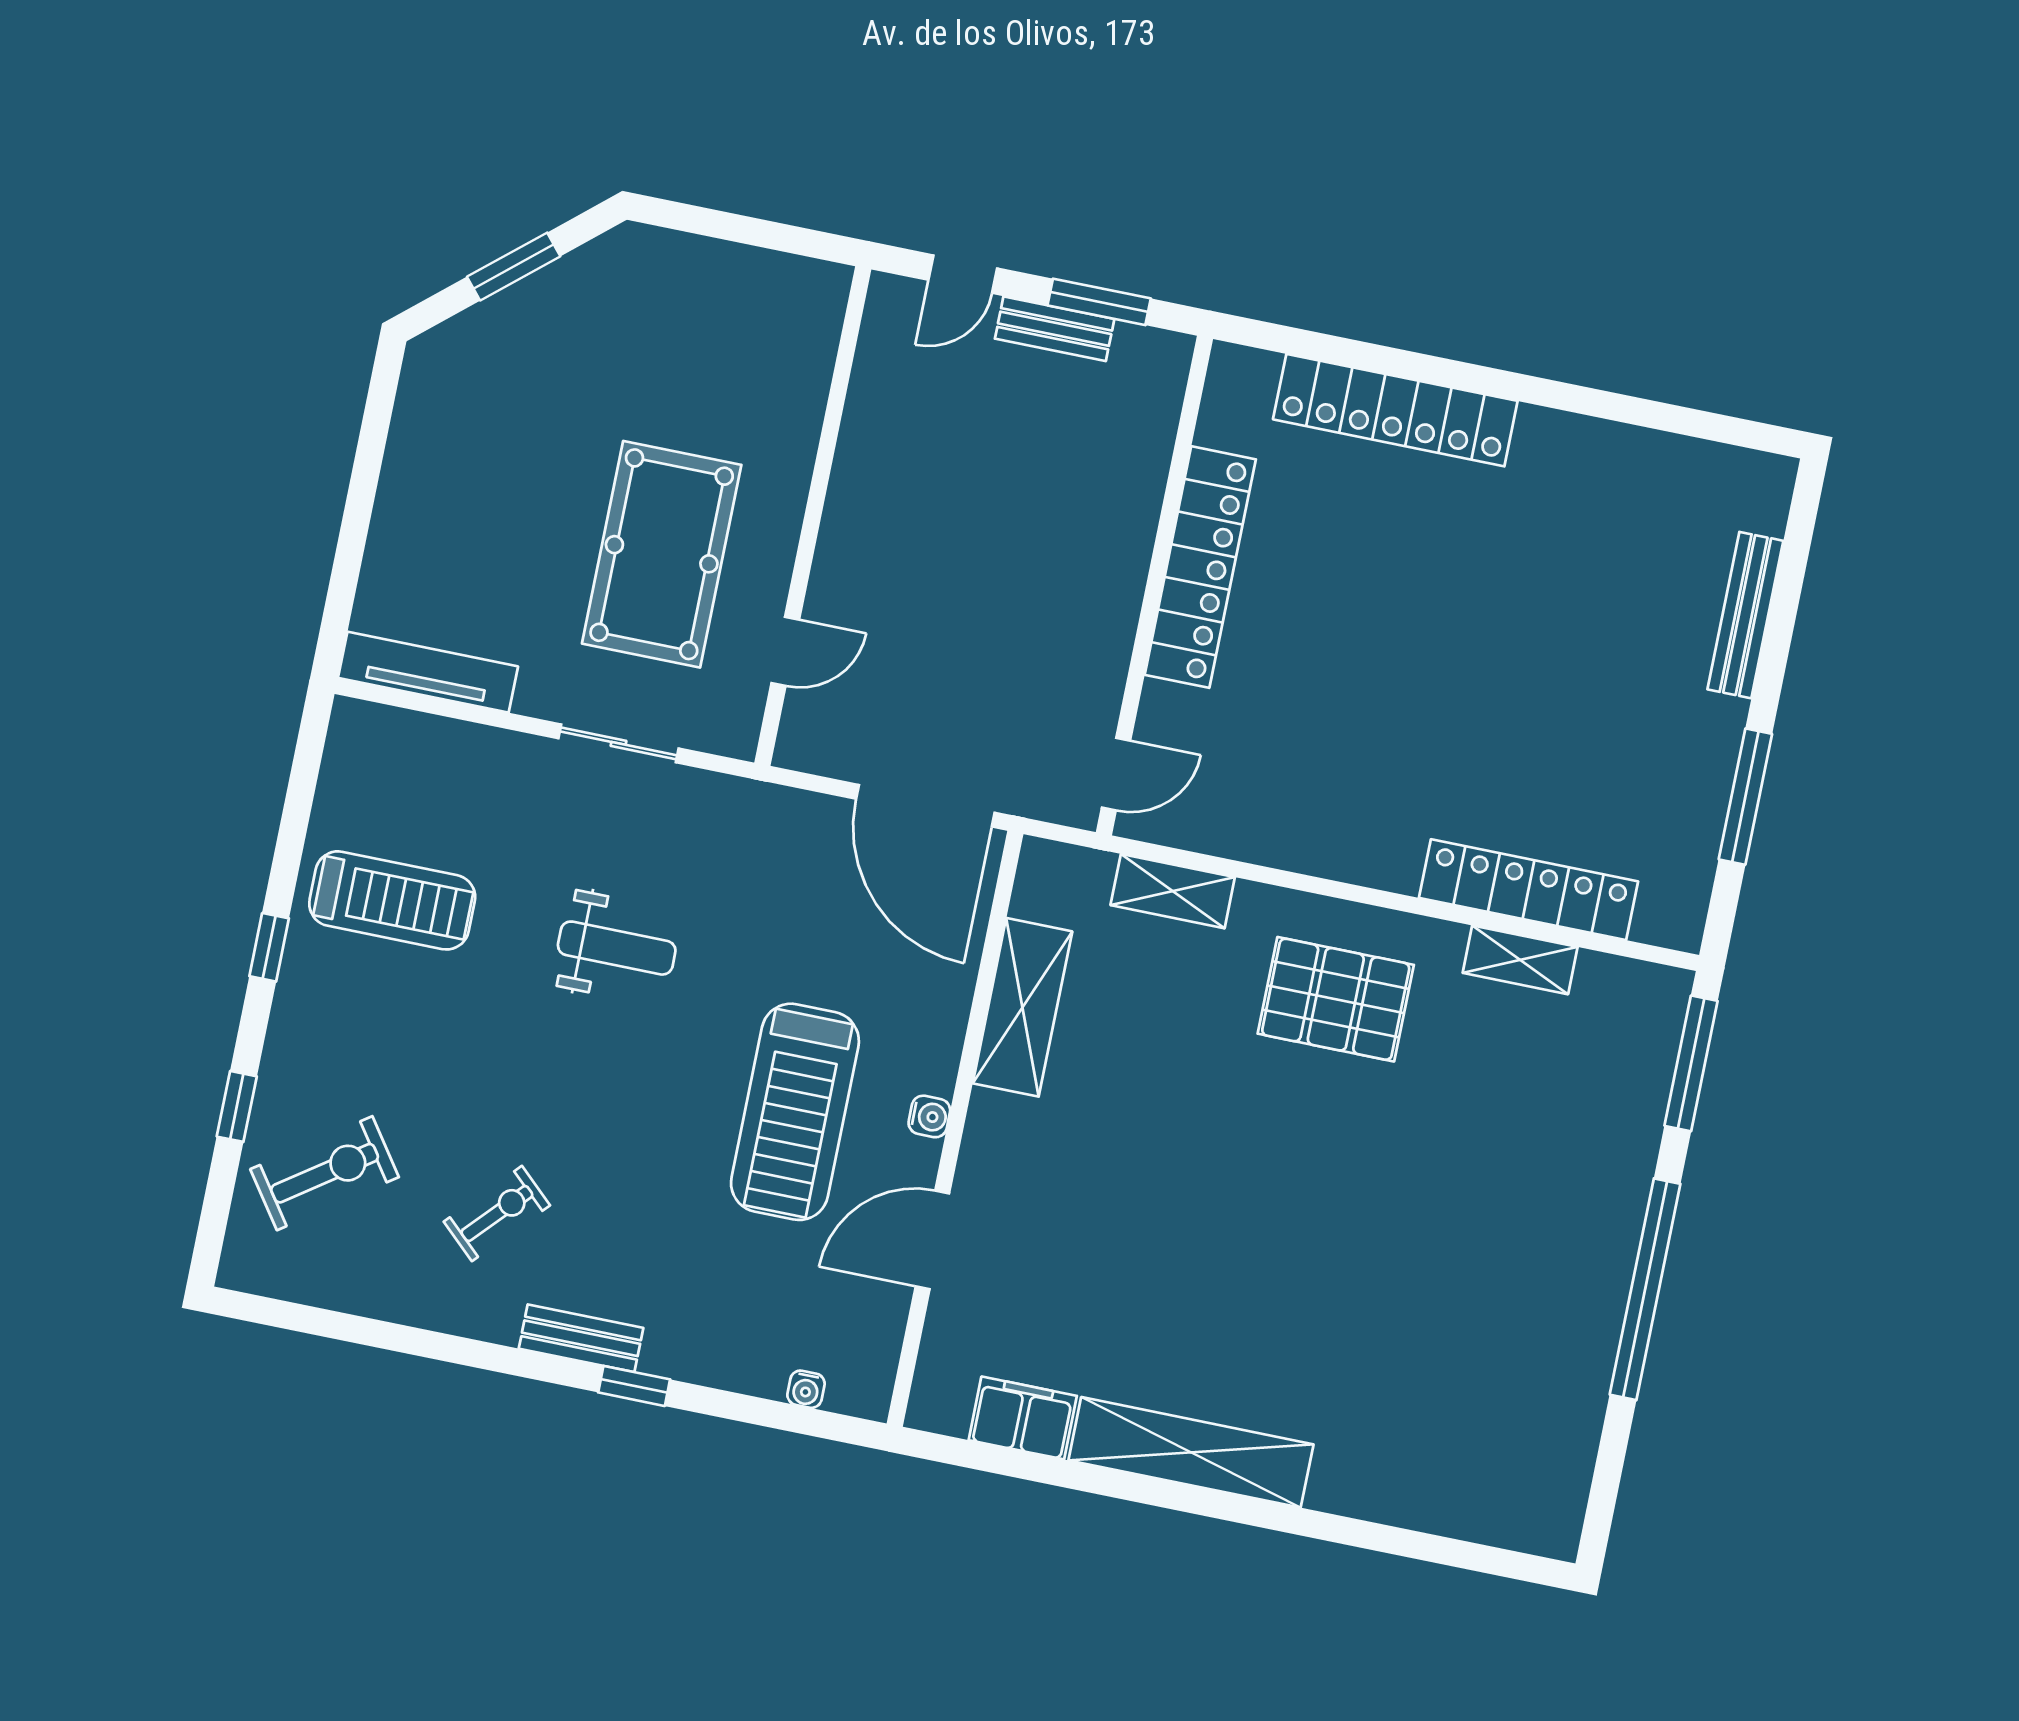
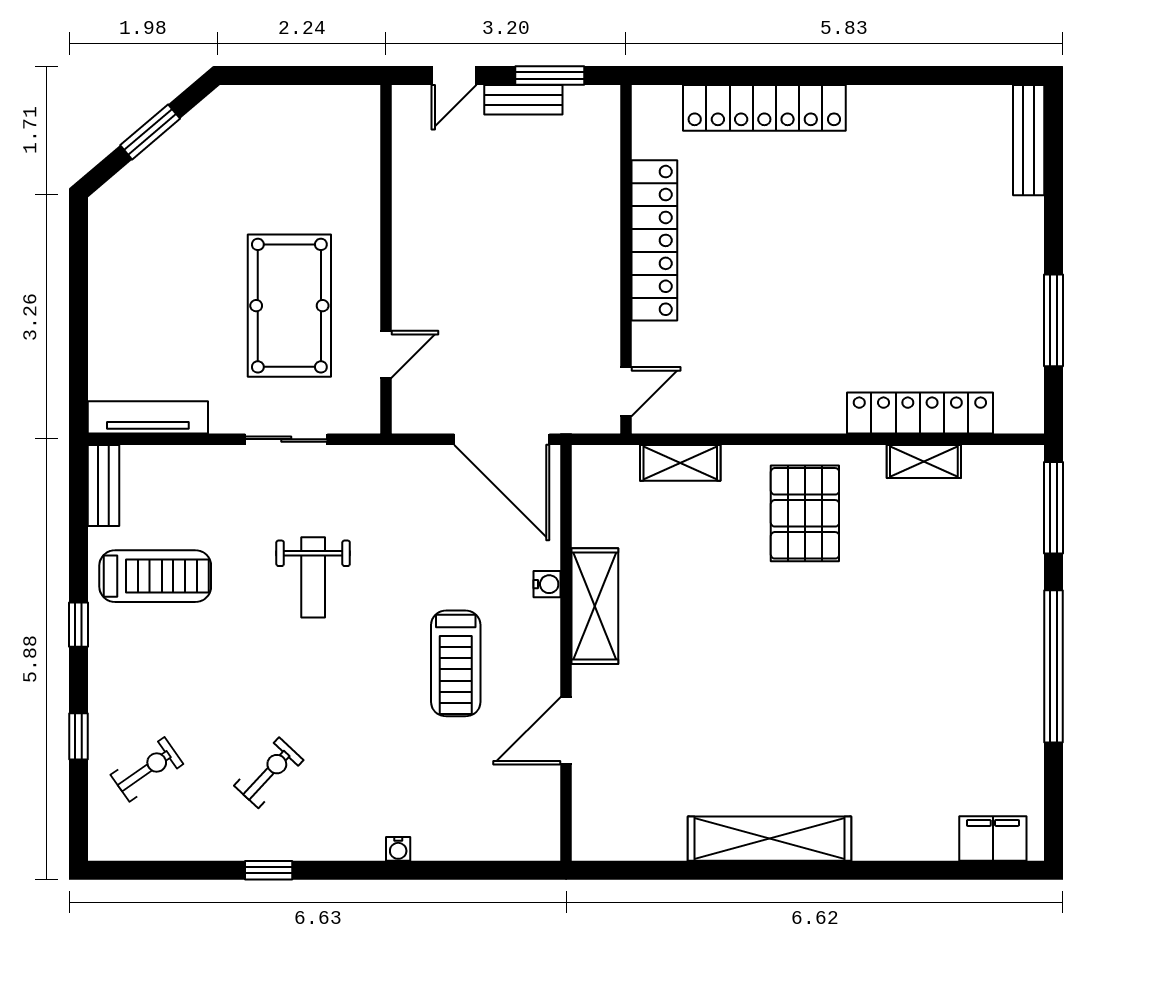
bench: (1745, 615) -> (1029, 140), moved
weight bench: (617, 948) -> (313, 577), turned 90
pallet: (1336, 999) -> (805, 513), turned 90
shelving: (1022, 1007) -> (595, 606), moved
treadmill: (795, 1112) -> (456, 663), width x0.73, depth x0.73
water cooler: (929, 1116) -> (547, 584), moved
exercise bike: (325, 1173) -> (147, 769), width x0.73, depth x0.72
bench: (581, 1338) -> (103, 485), moved, turned 90
window: (634, 1386) -> (269, 870), moved
water cooler: (806, 1389) -> (398, 849), moved
filing cabinet: (1023, 1418) -> (993, 839), moved

